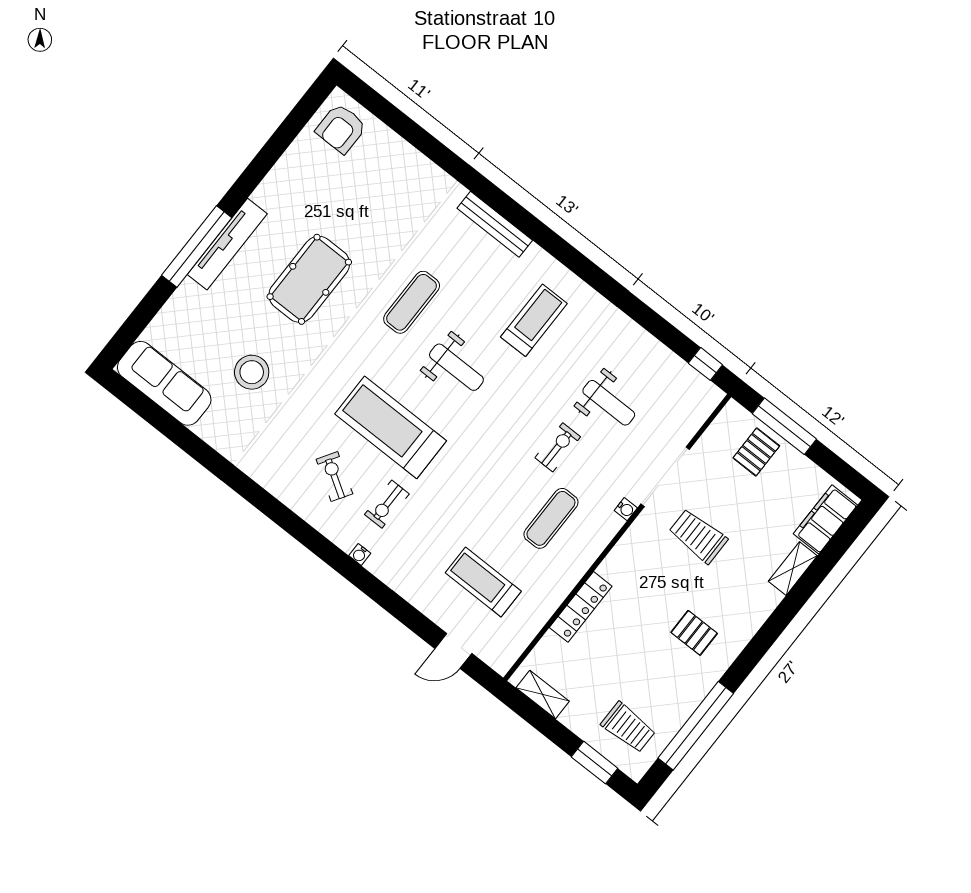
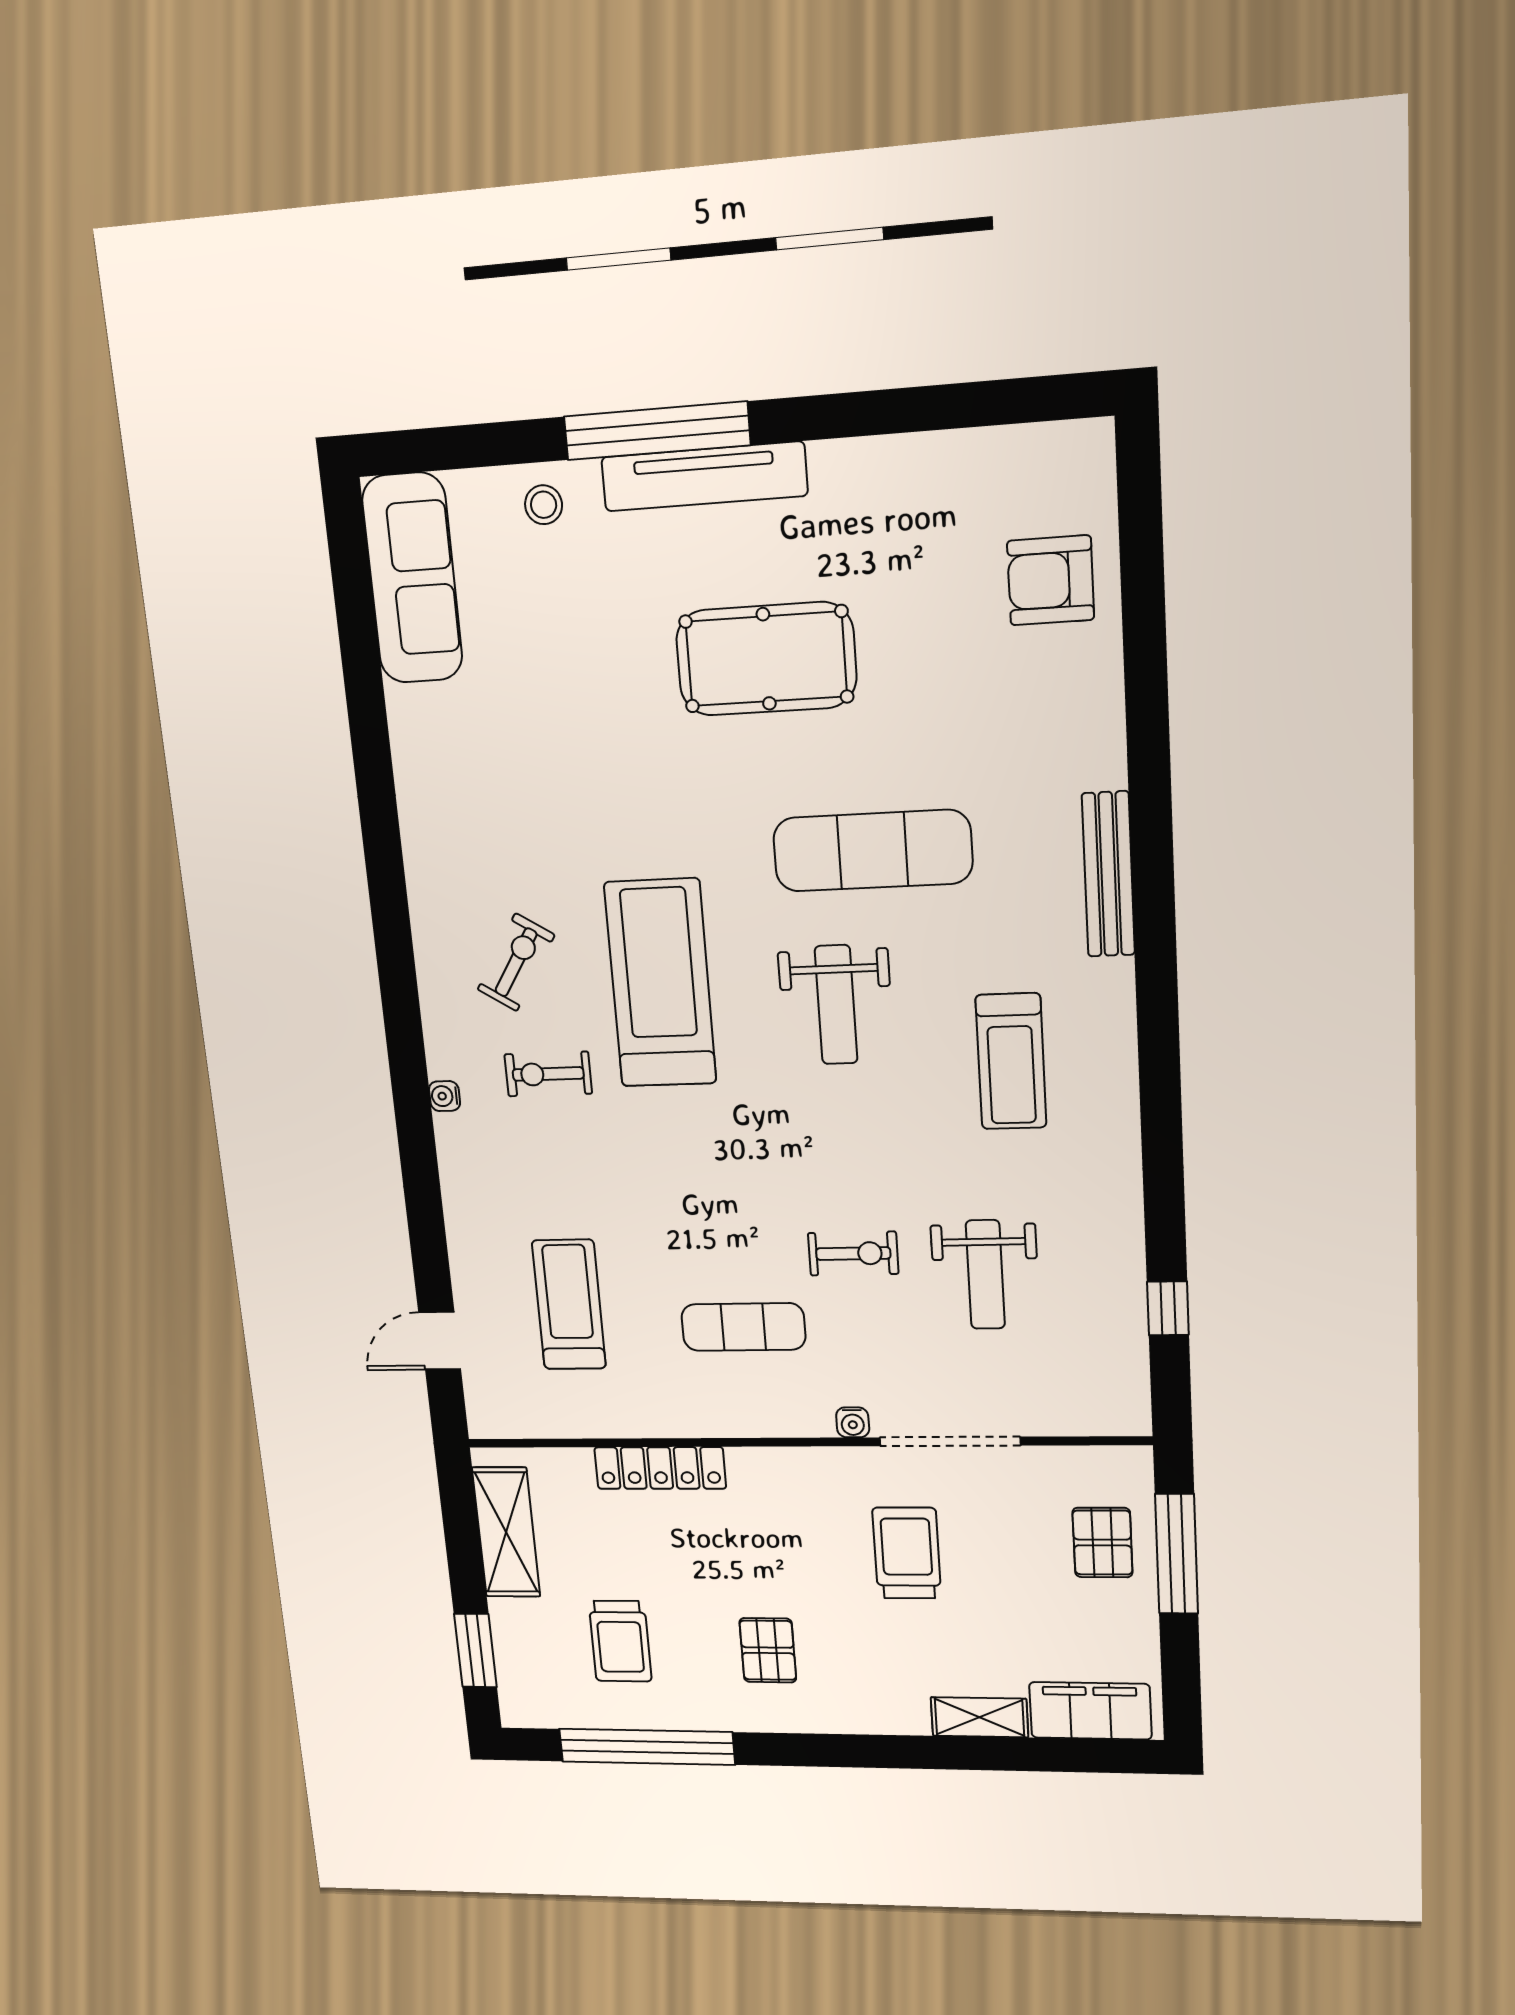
armchair: (341, 128) -> (1051, 580), moved
exercise mat: (412, 302) -> (873, 851), width x1.36, depth x1.45
treadmill: (534, 320) -> (1011, 1061), turned 90
window: (705, 364) -> (1168, 1308), moved
stool: (252, 372) -> (544, 505), moved, width x0.53, depth x0.53
pallet: (756, 452) -> (1102, 1542), turned 90
door: (453, 651) -> (440, 1341), hinge flipped
shelving: (543, 695) -> (506, 1532), width x1.50, depth x1.33
trolley: (628, 727) -> (620, 1641), moved

